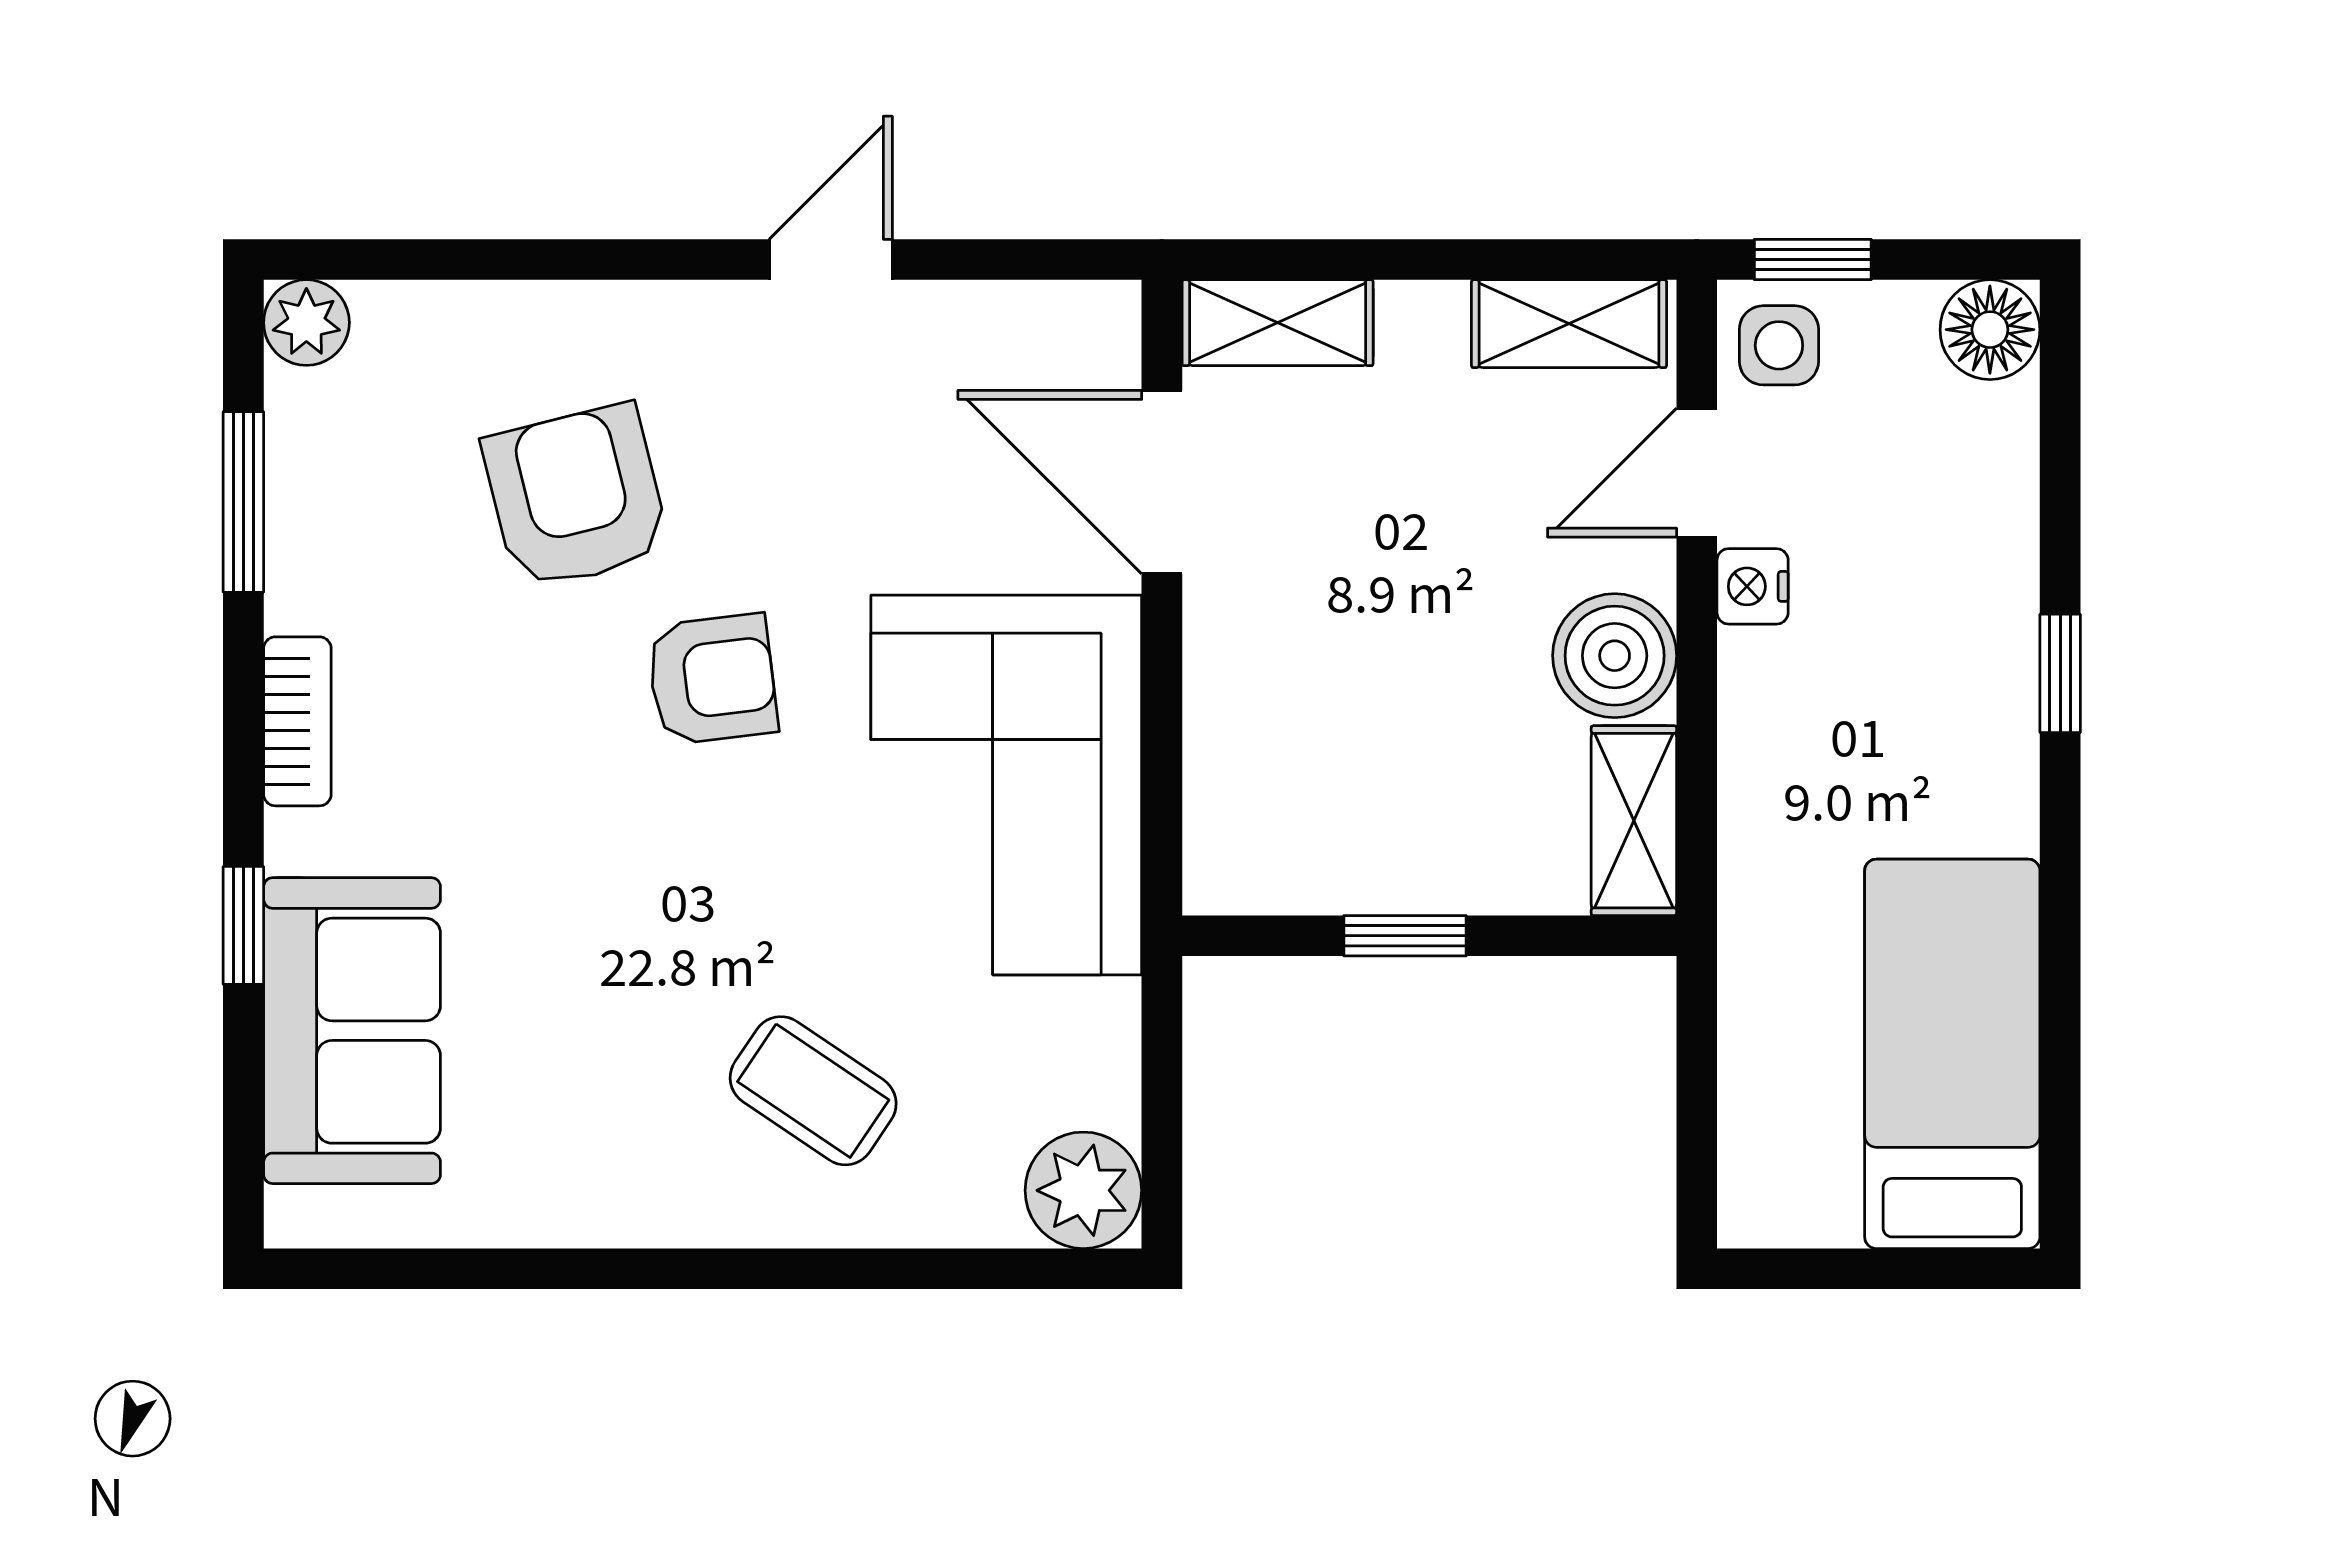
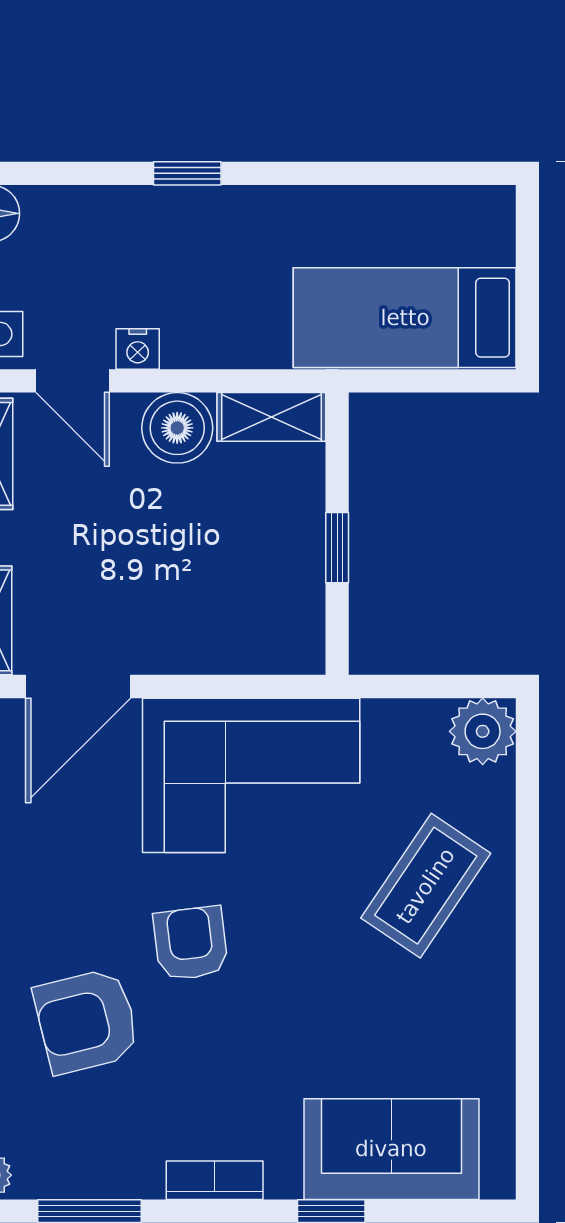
bed: (1952, 1054) -> (405, 318), moved
coffee table: (813, 1091) -> (426, 886), width x1.36, depth x1.30

